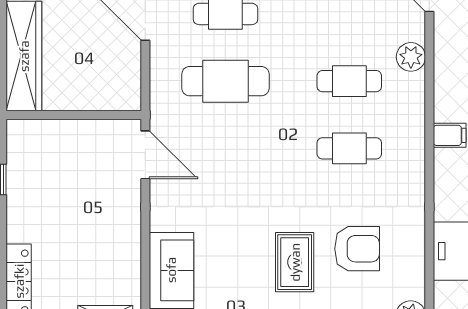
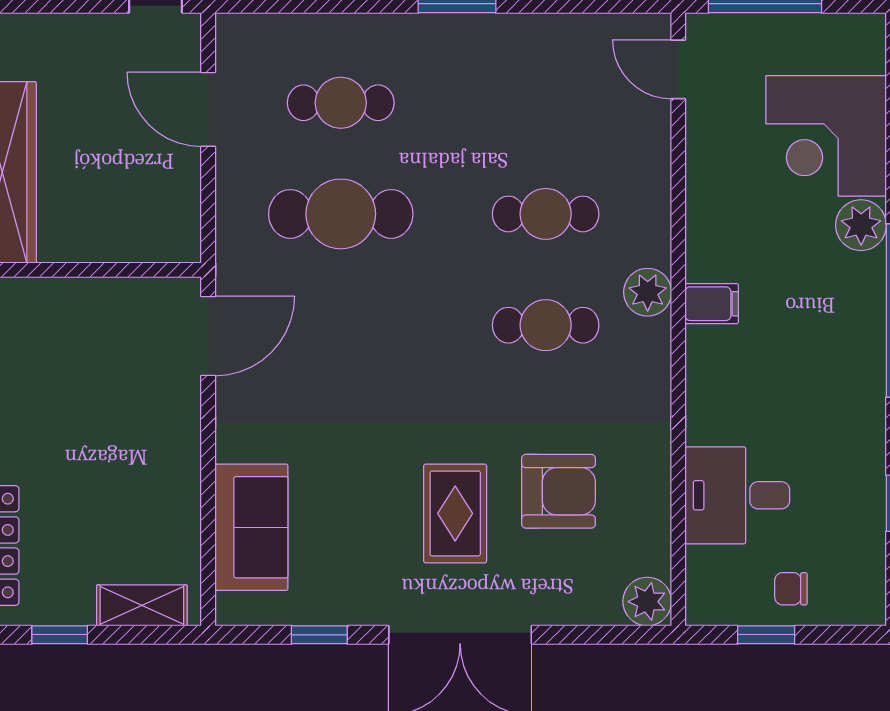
plant: (411, 57) -> (648, 292), moved
door: (145, 155) -> (208, 336), hinge flipped

